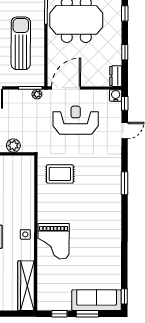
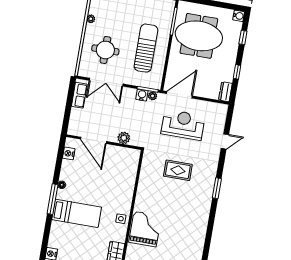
water cooler: (116, 95) -> (142, 95), moved
window: (125, 103) -> (229, 117), removed
rug: (60, 174) -> (178, 170), moved
grand piano: (54, 241) -> (145, 229), turned 180

